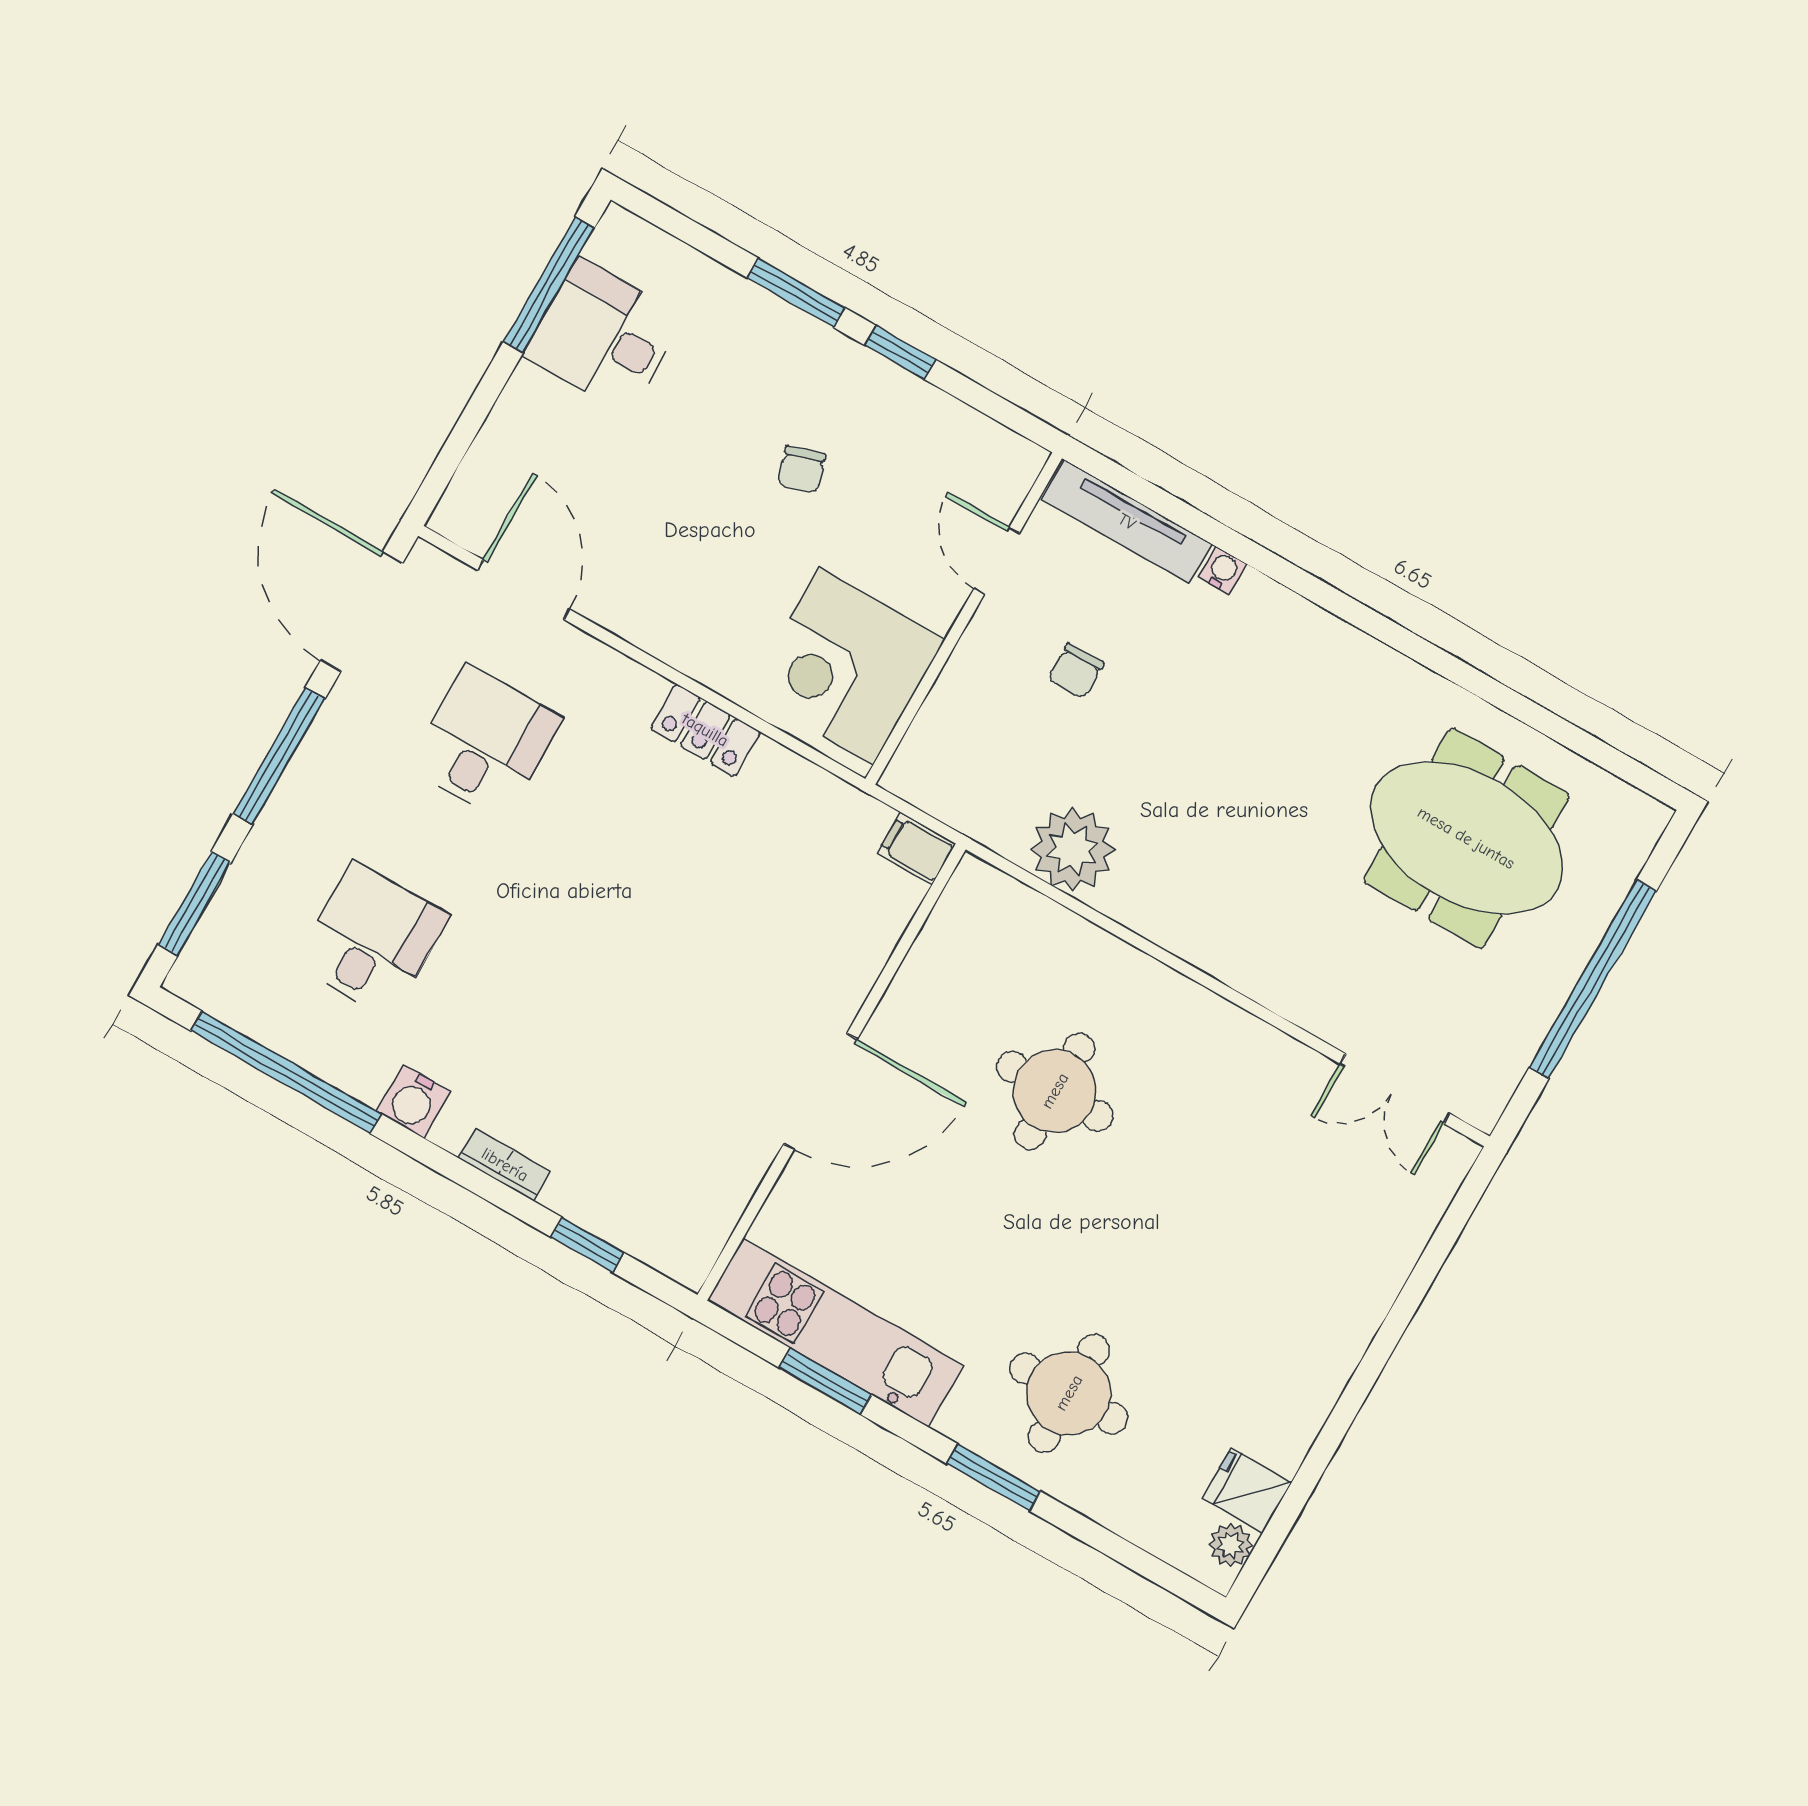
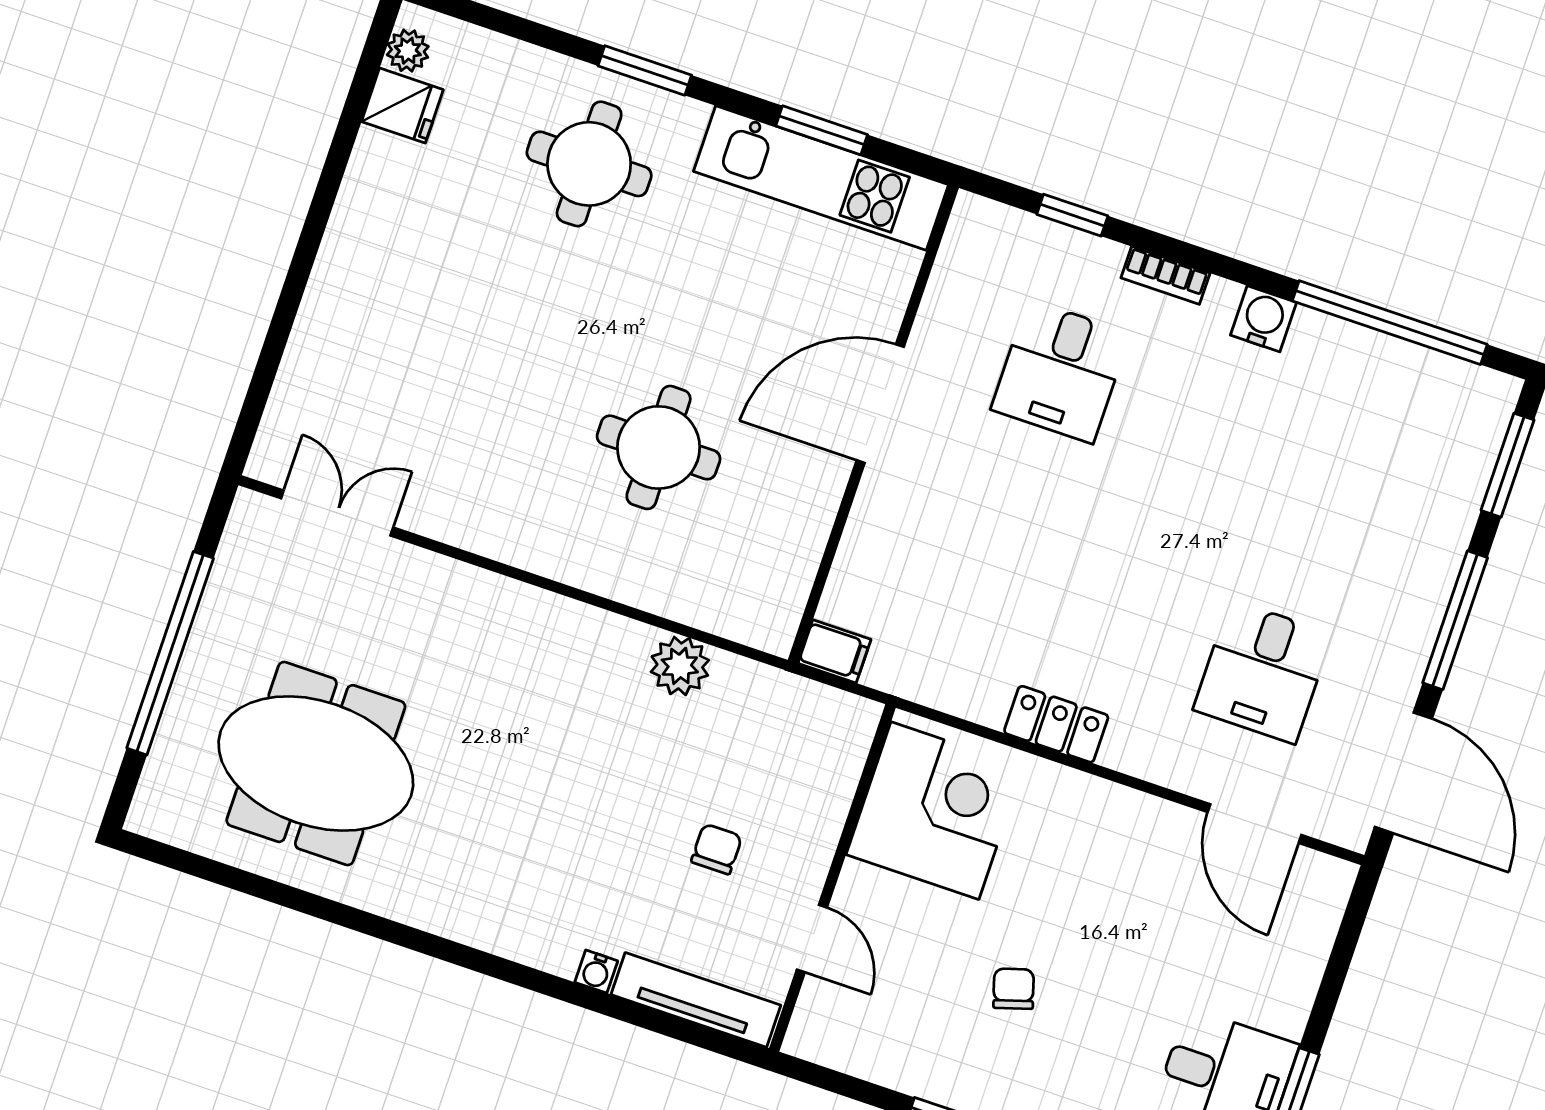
plant: (1073, 849) -> (680, 666), width x0.73, depth x0.73
desk: (372, 940) -> (1060, 371), moved

